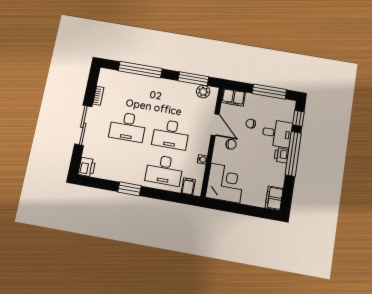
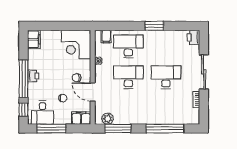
desk: (277, 133) -> (43, 113), moved, turned -90

